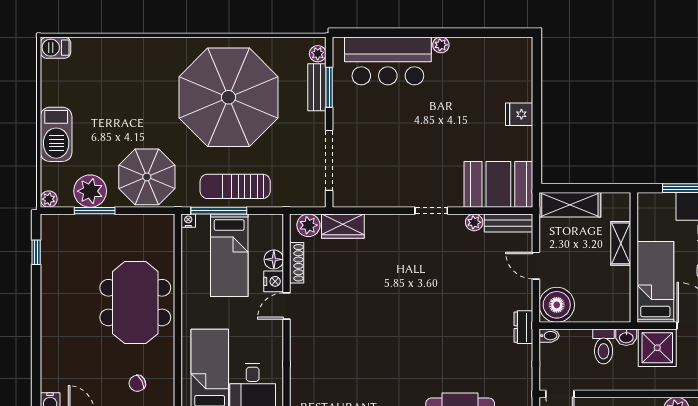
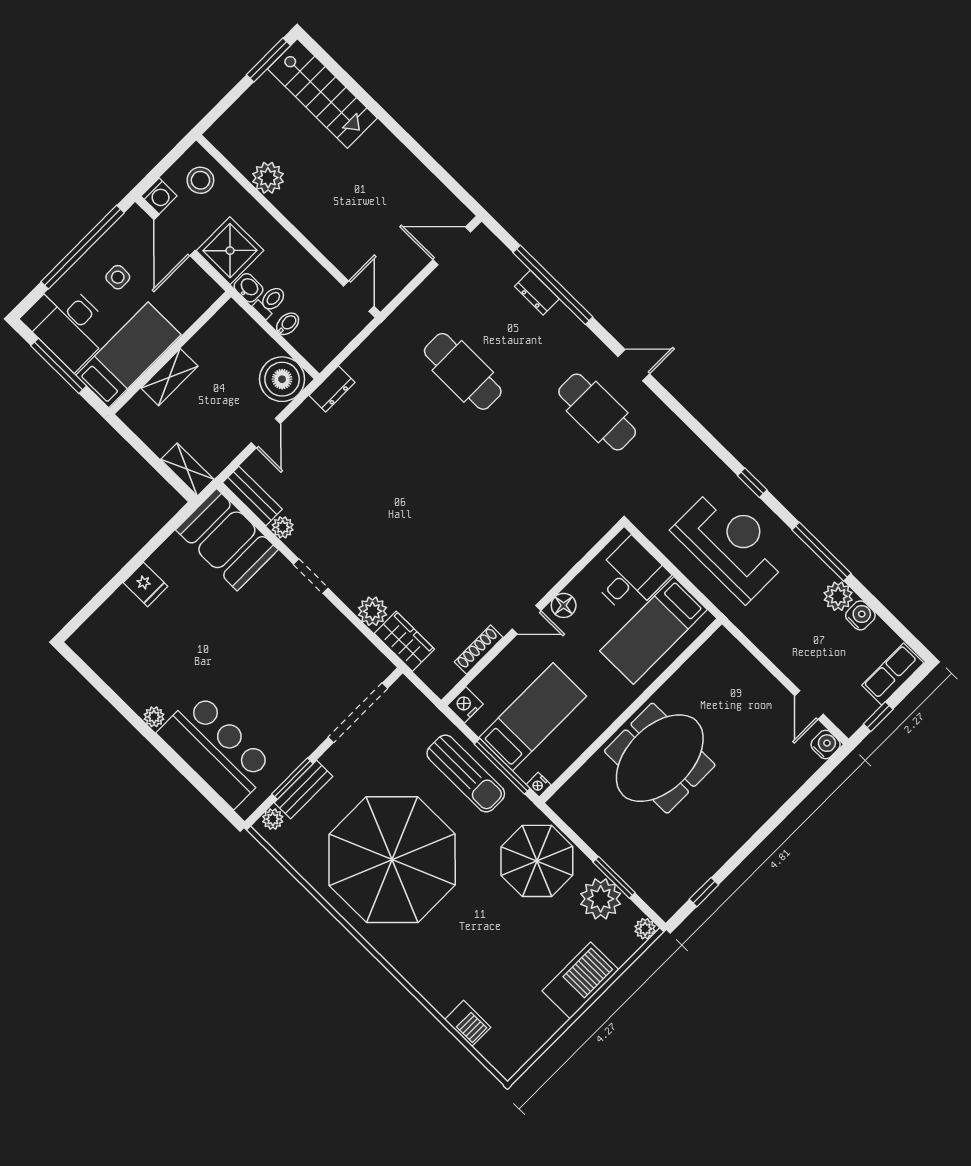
barbecue: (56, 48) -> (468, 1023), moved
shelving: (570, 205) -> (187, 469), width x0.67, depth x0.75
plant: (308, 225) -> (372, 611), moved
floor lamp: (274, 259) -> (564, 605), moved
nightstand: (274, 281) -> (465, 705), moved
bed: (655, 282) -> (128, 355), moved, turned 180
bidet: (549, 336) -> (288, 324), moved, turned 90
toilet: (604, 346) -> (270, 302), width x0.73, depth x0.72
chair: (137, 383) -> (730, 684), removed

